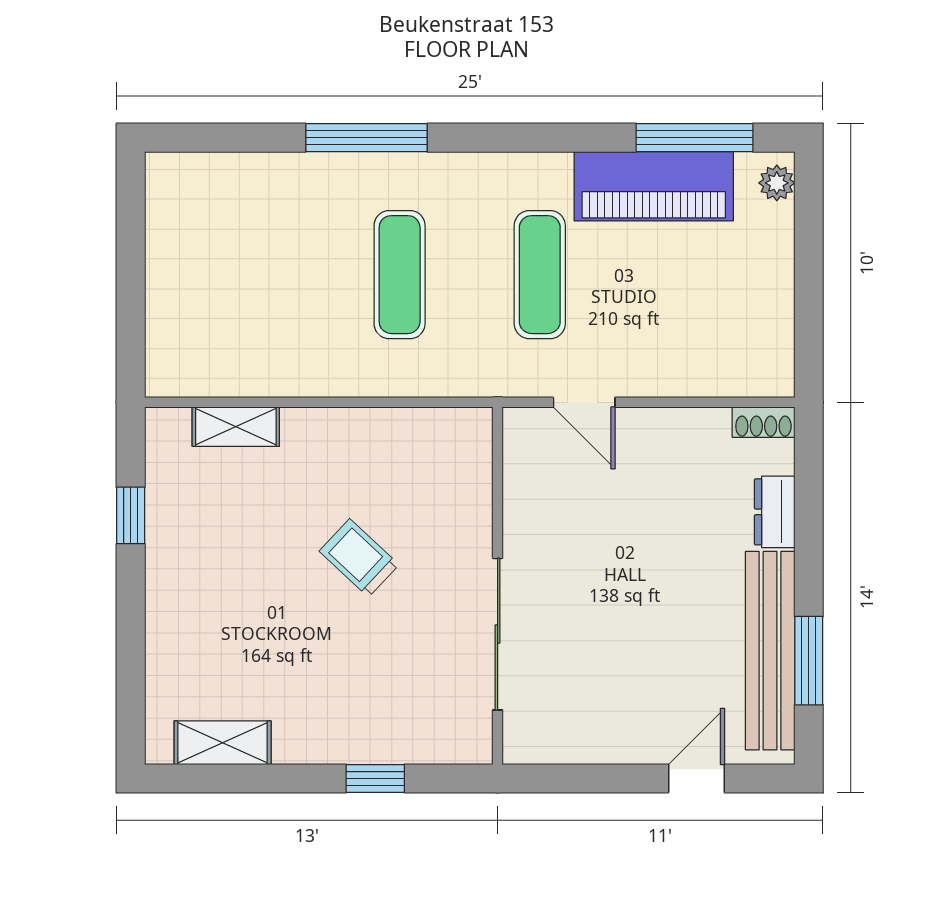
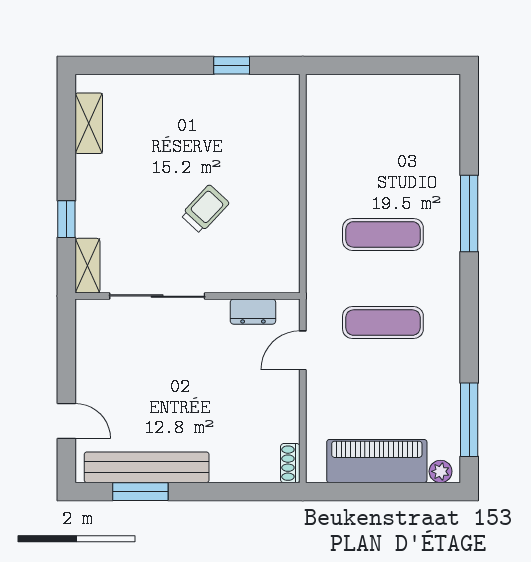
piano: (654, 186) -> (377, 461), moved, turned 90
shelving: (236, 427) -> (87, 266), moved
dresser: (775, 512) -> (253, 312), moved, turned 180

